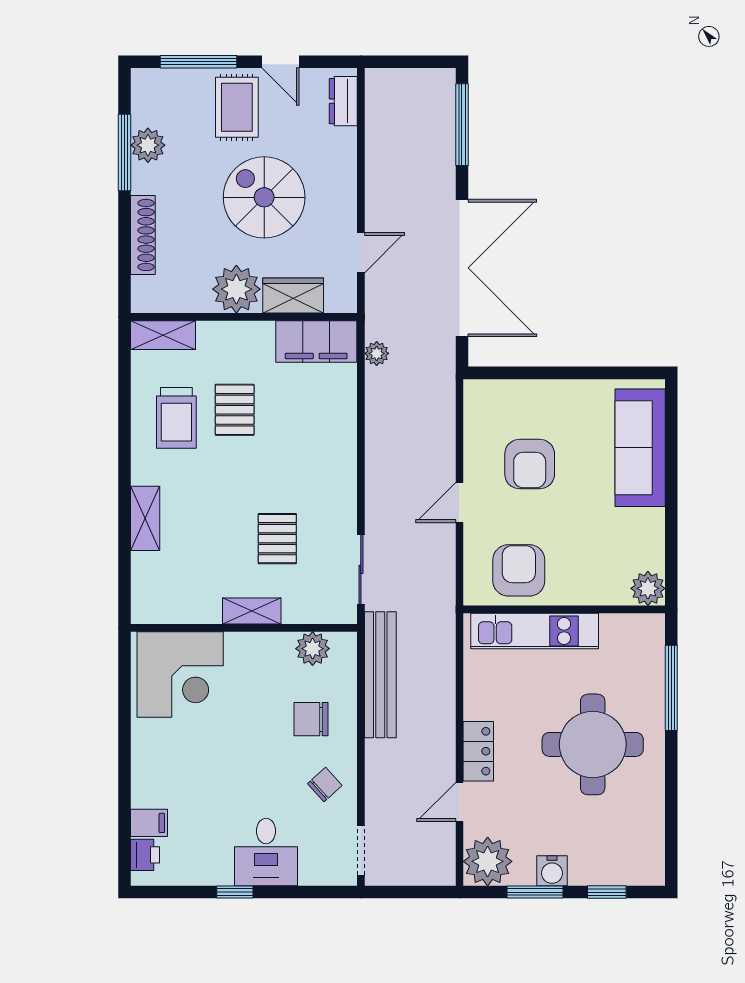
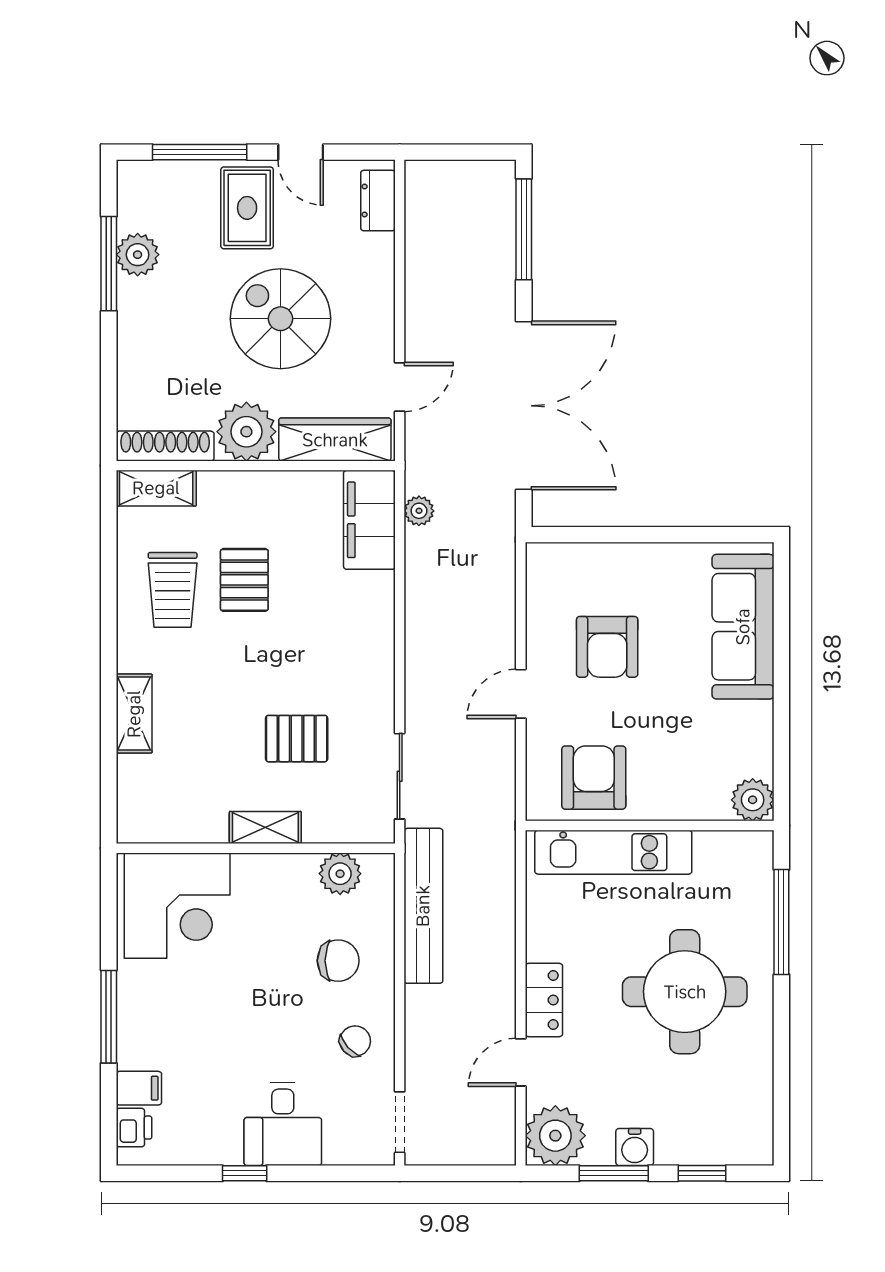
shoe rack: (143, 235) -> (165, 446), moved, turned -90
wardrobe: (293, 296) -> (335, 440), width x1.50
filing cabinet: (316, 341) -> (369, 520), moved, turned 90
pallet: (277, 539) -> (297, 739), turned 90
chair: (311, 719) -> (338, 961), turned 180
window: (124, 765) -> (109, 1017), added

